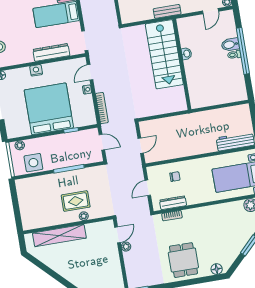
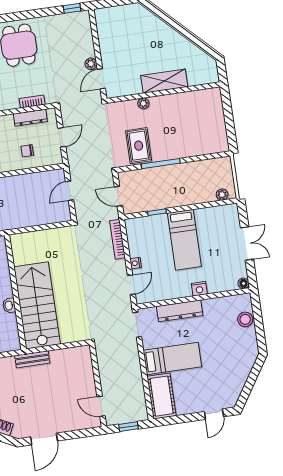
bed: (49, 109) -> (184, 240), width x0.49
side table: (33, 163) -> (205, 172), removed
rug: (76, 201) -> (139, 146), moved, turned 90
shelving: (59, 236) -> (164, 81), width x0.68

